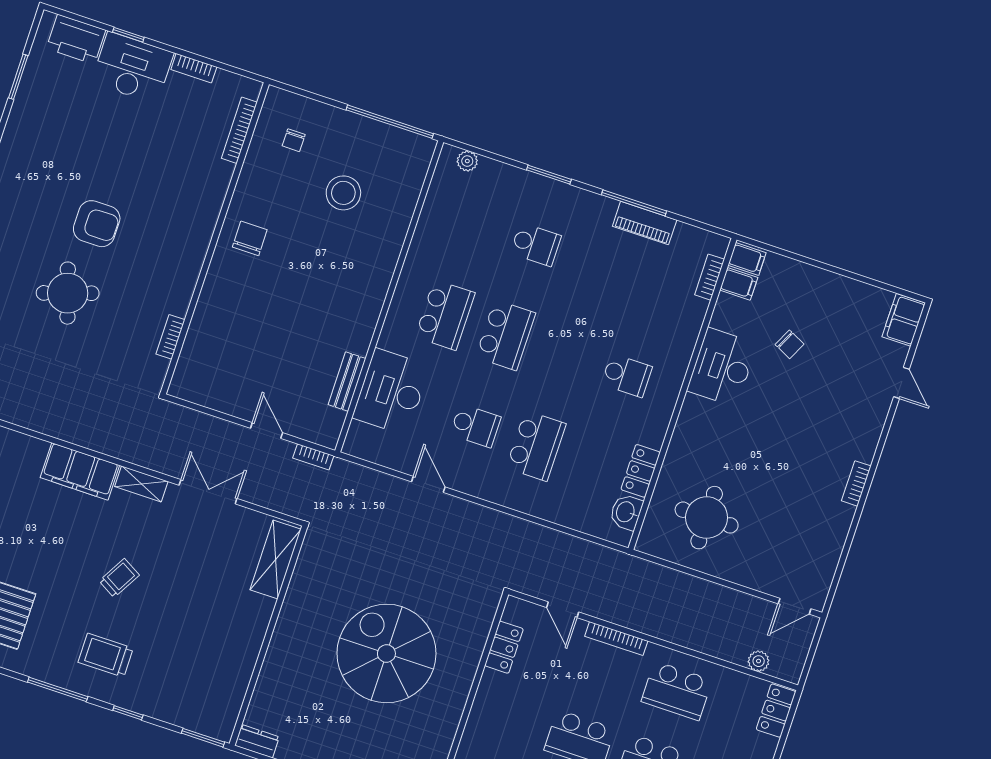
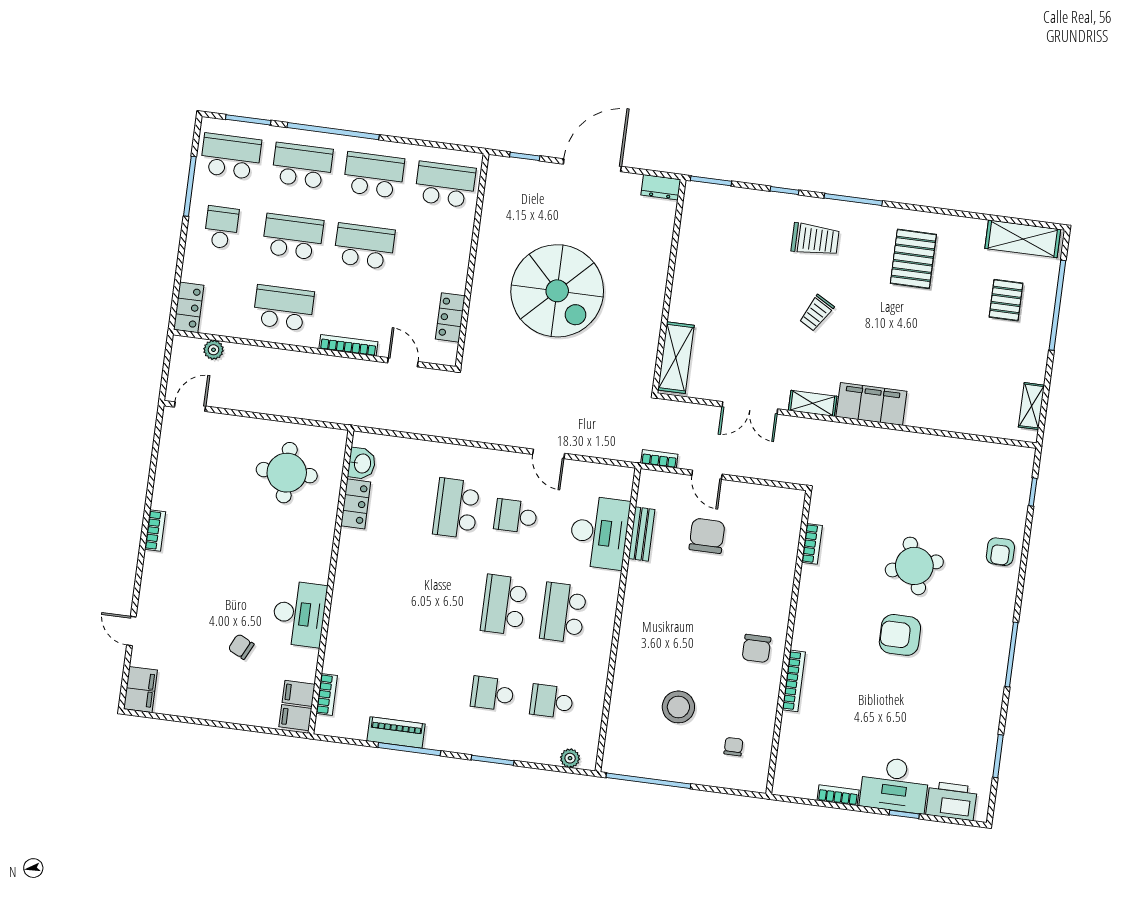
bookcase: (239, 130) -> (794, 681), moved
chair: (279, 366) -> (707, 536), added
school desk: (627, 375) -> (552, 701), moved

